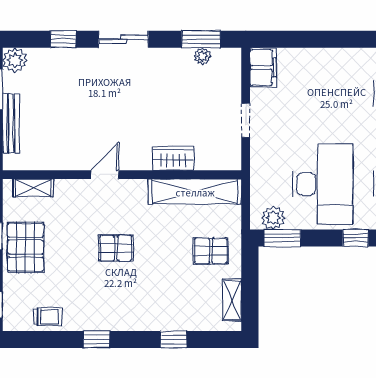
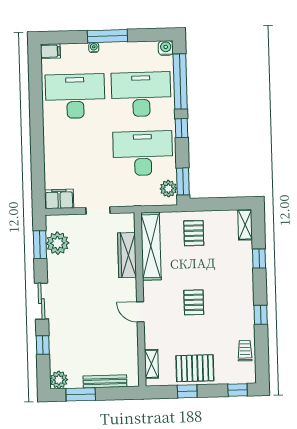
plant: (202, 56) -> (58, 243), width x1.88, depth x1.88
wardrobe: (173, 158) -> (127, 255), width x1.50
shelving: (232, 300) -> (245, 225), moved, turned 90

